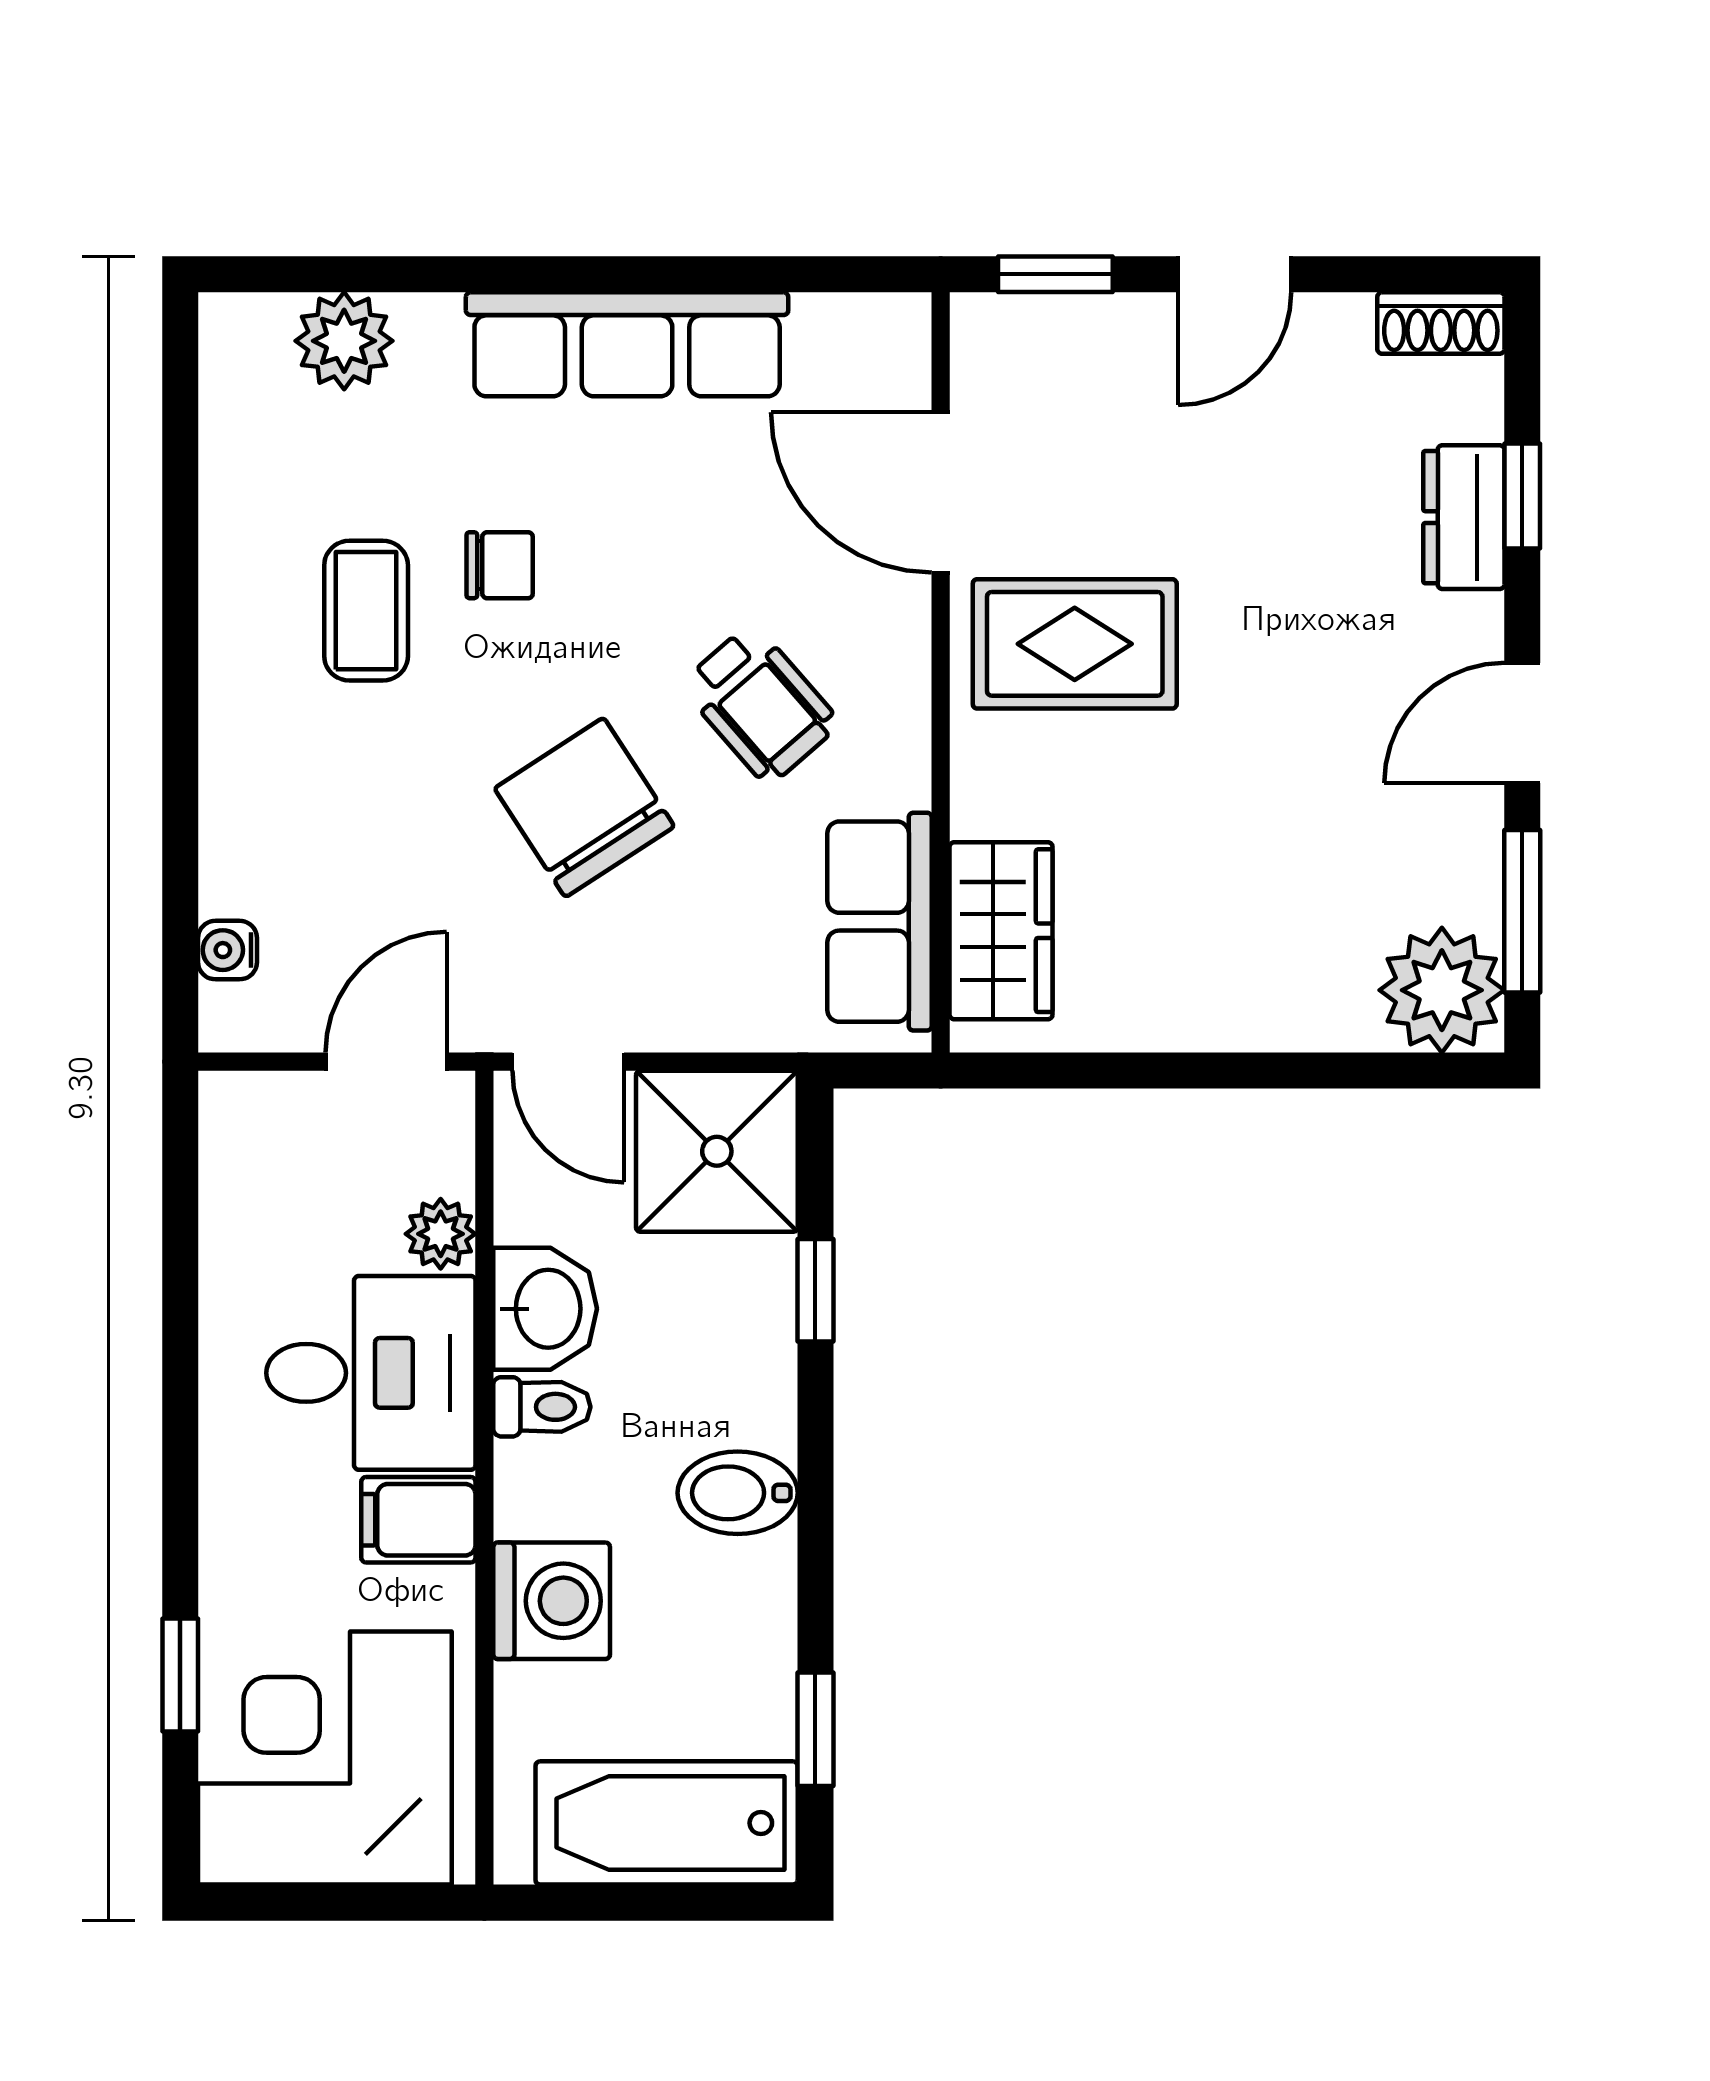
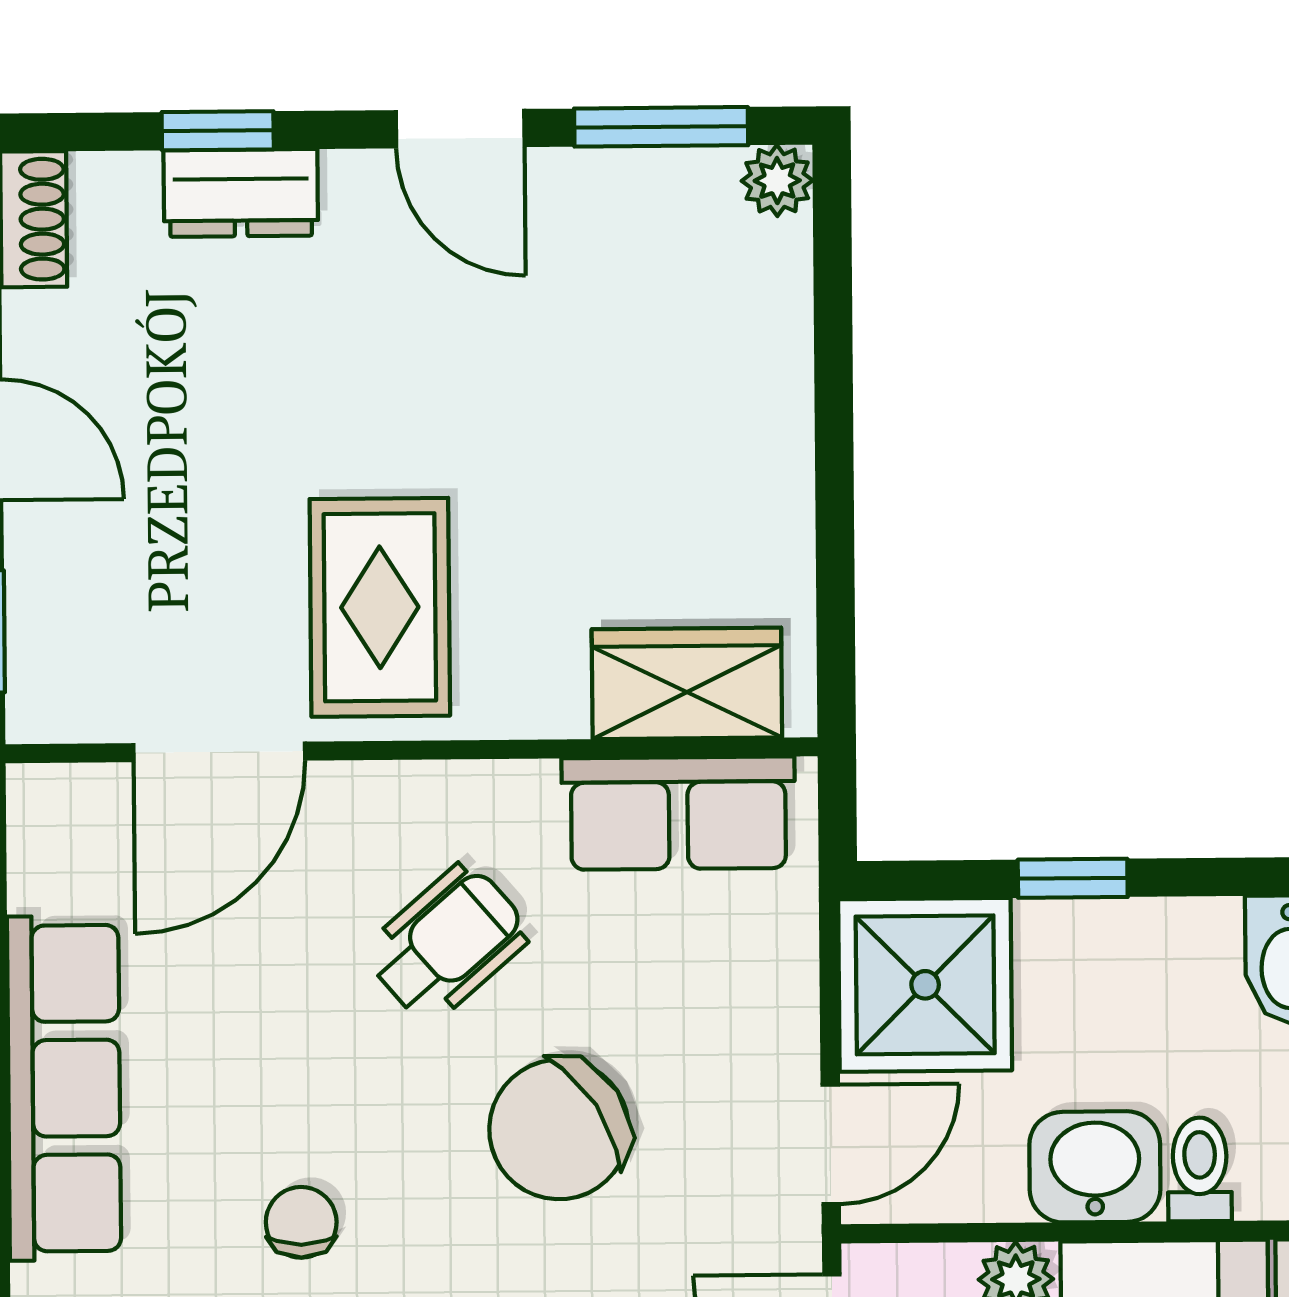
plant: (1442, 990) -> (777, 181), width x0.53, depth x0.53

